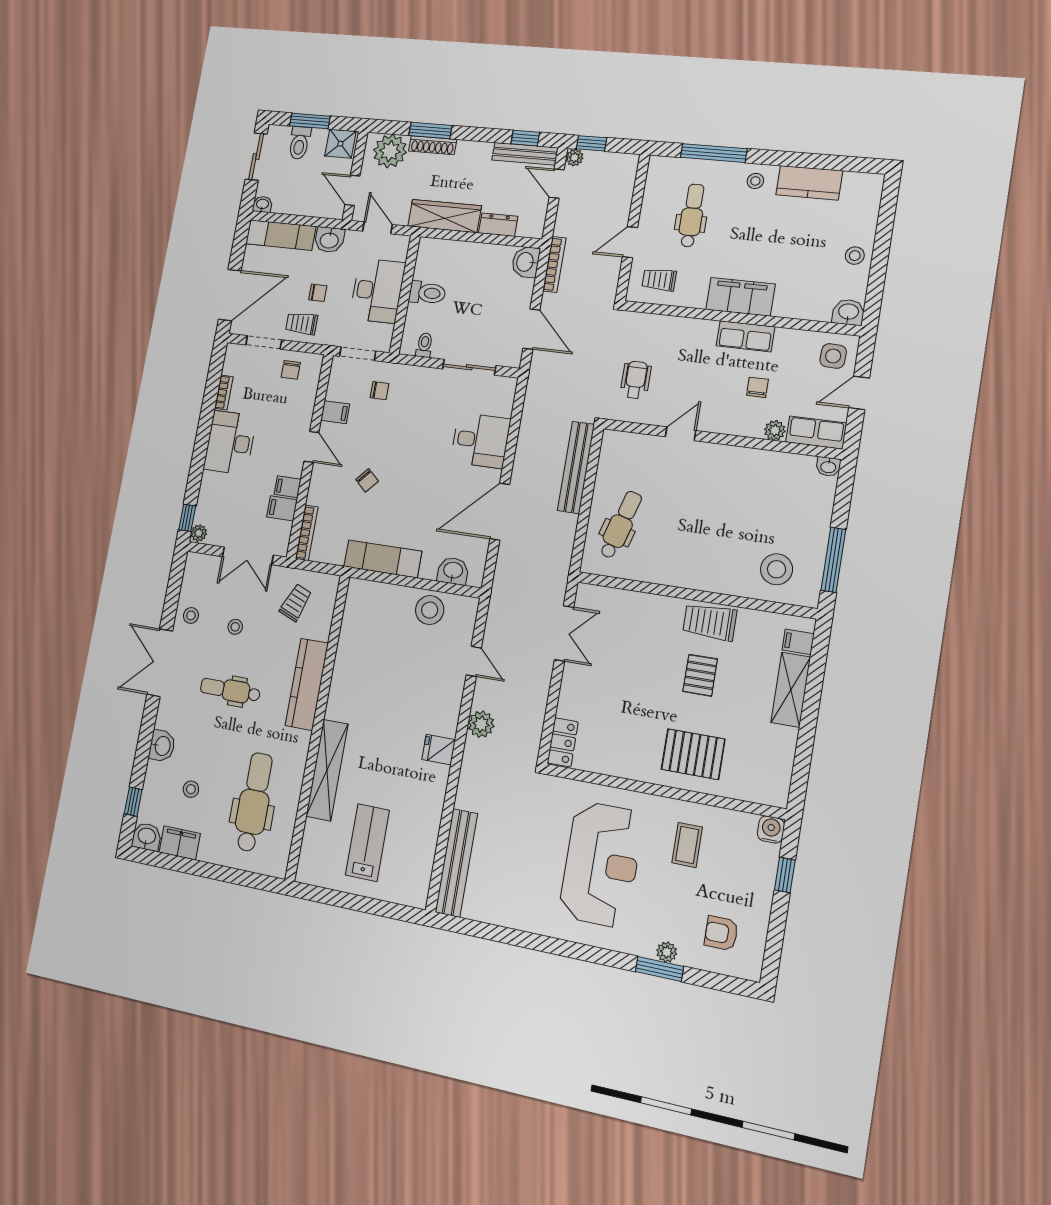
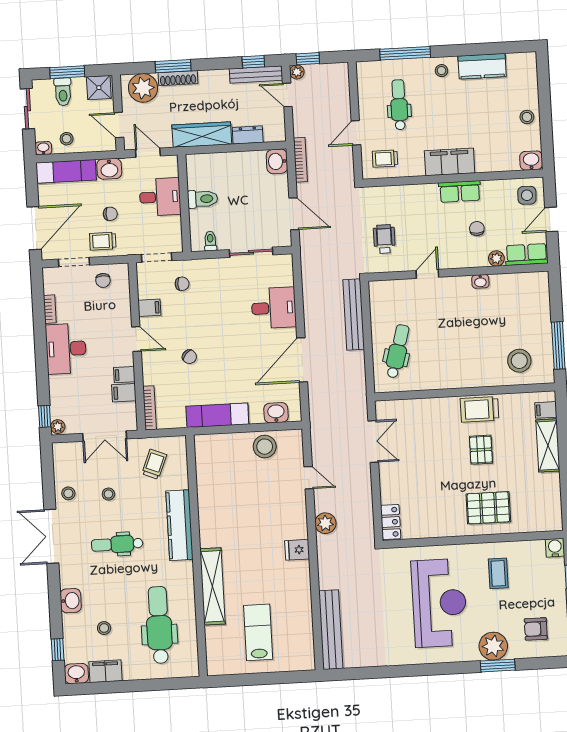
stool: (290, 197) -> (67, 139), added
desk: (377, 291) -> (160, 197), width x0.73
washbasin: (828, 467) -> (480, 281), moved
plant: (667, 952) -> (493, 646), width x1.88, depth x1.88

